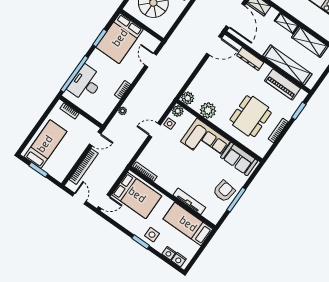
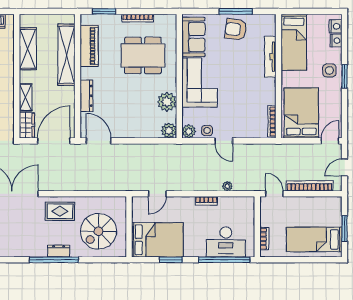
shelving: (287, 23) -> (26, 97), moved
door: (104, 202) -> (330, 141), hinge flipped

